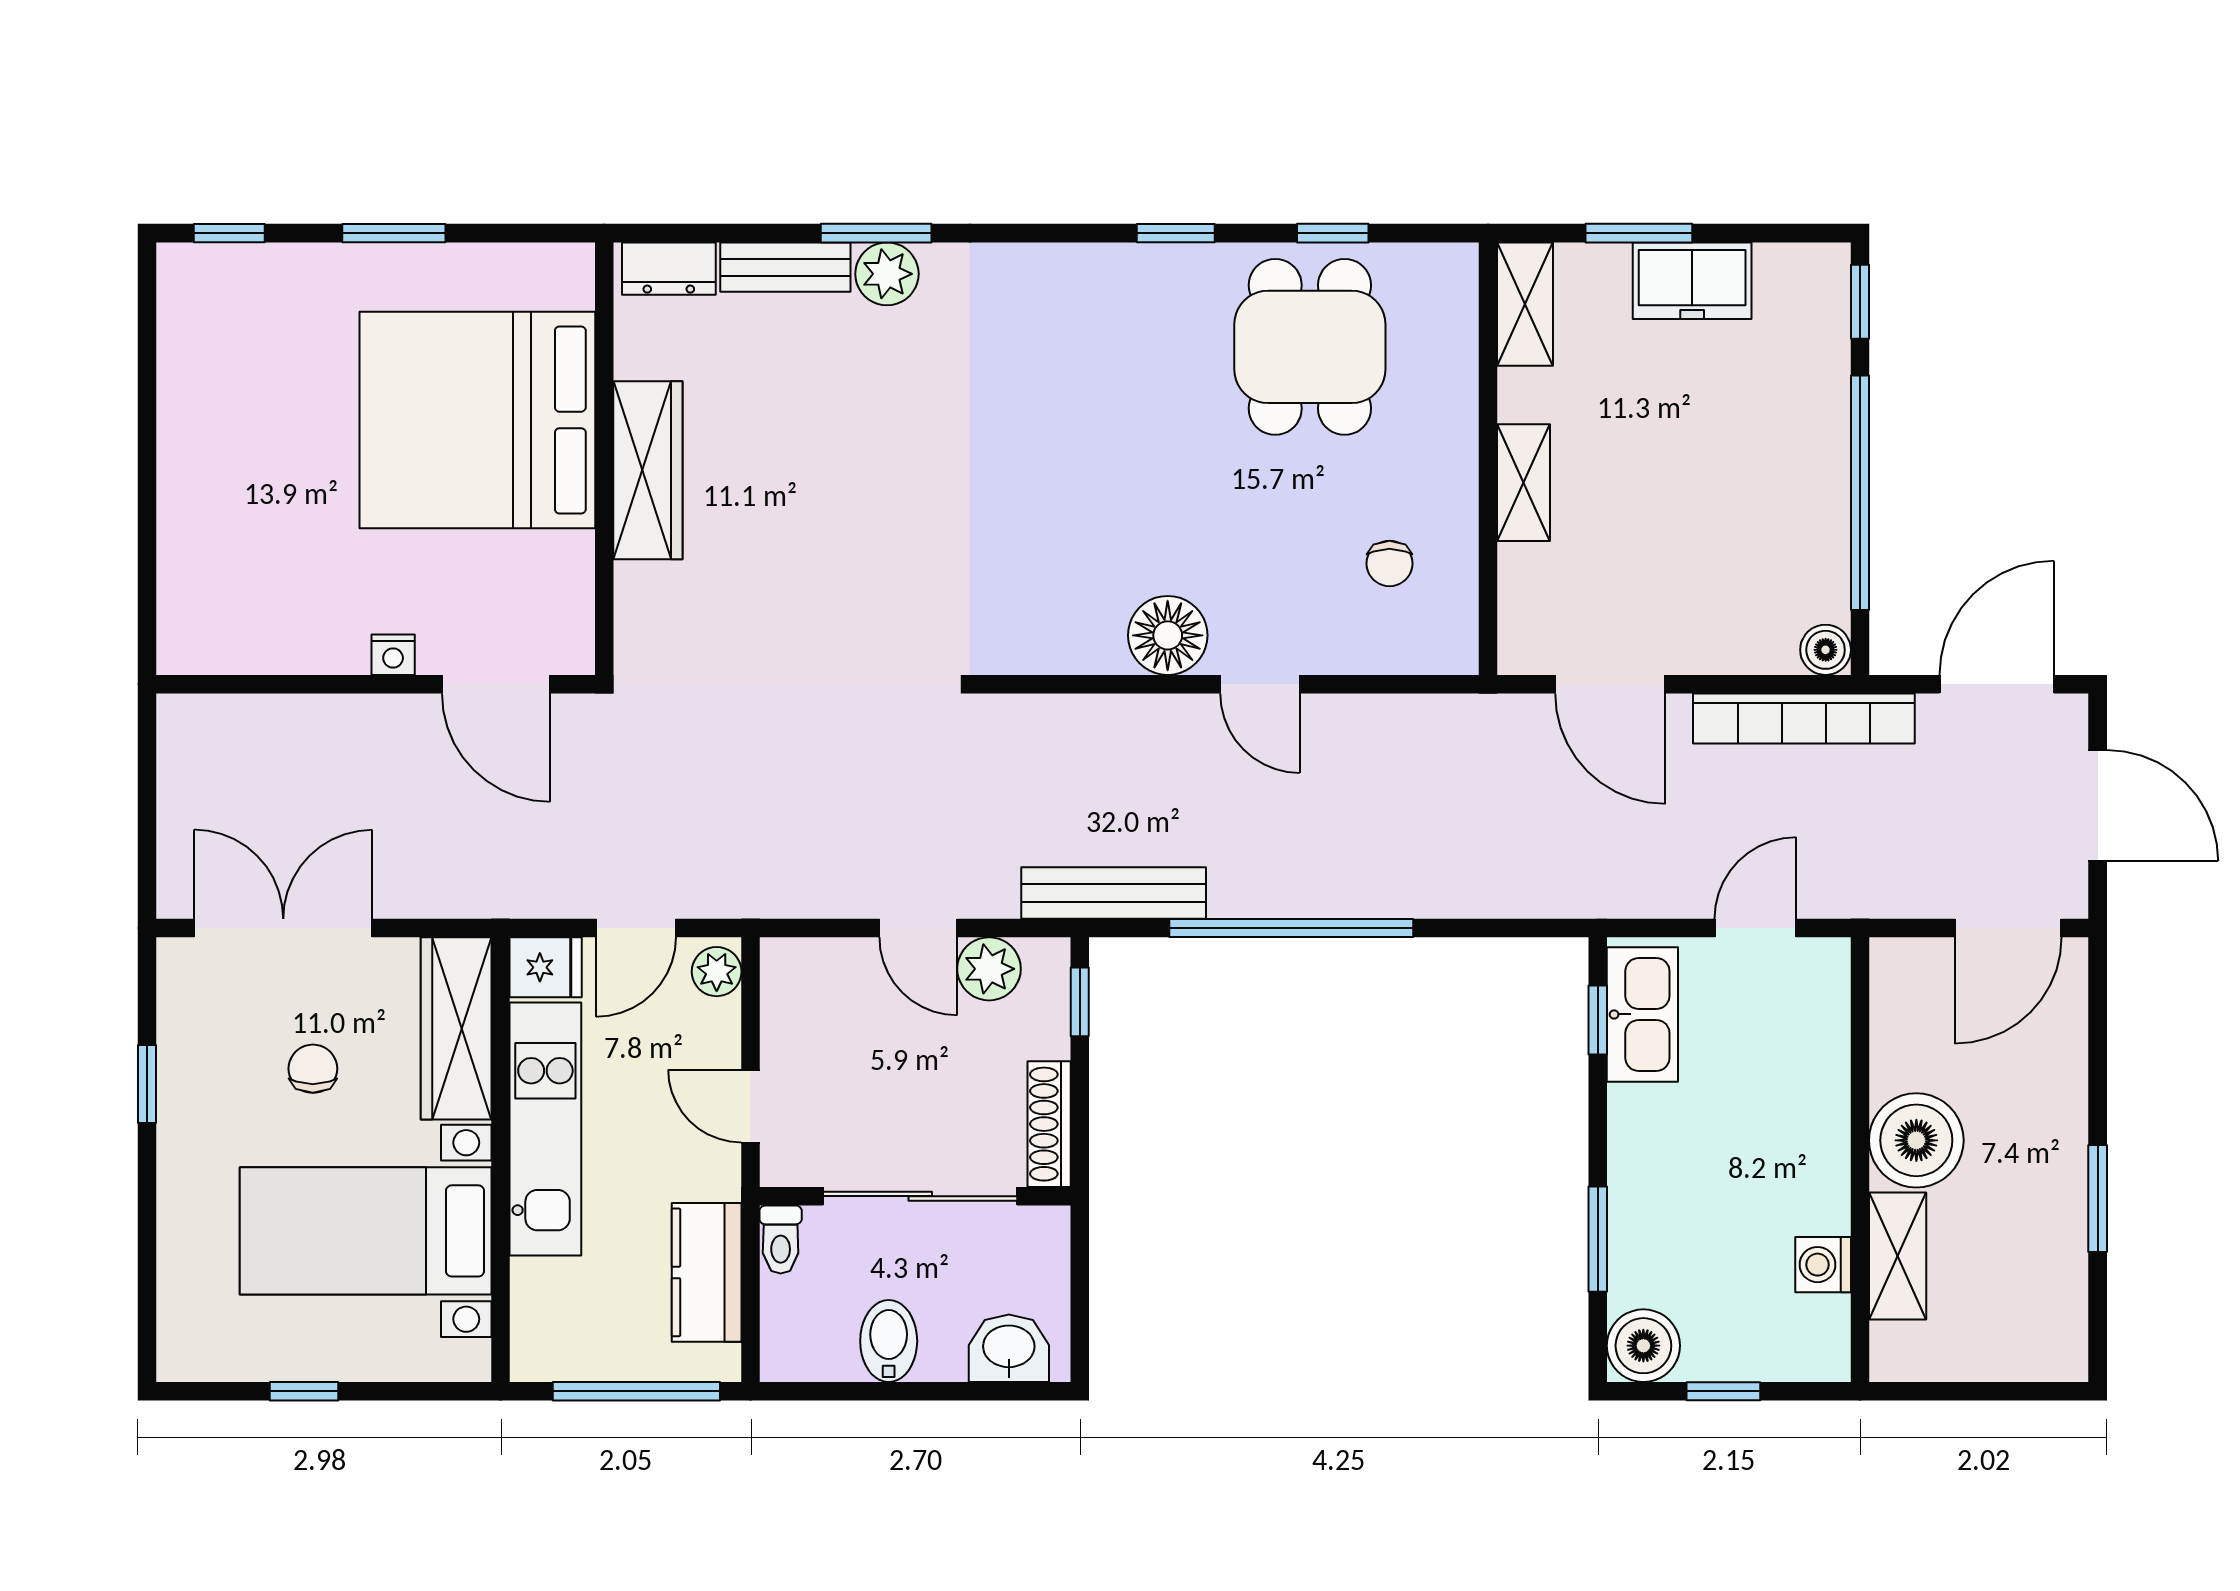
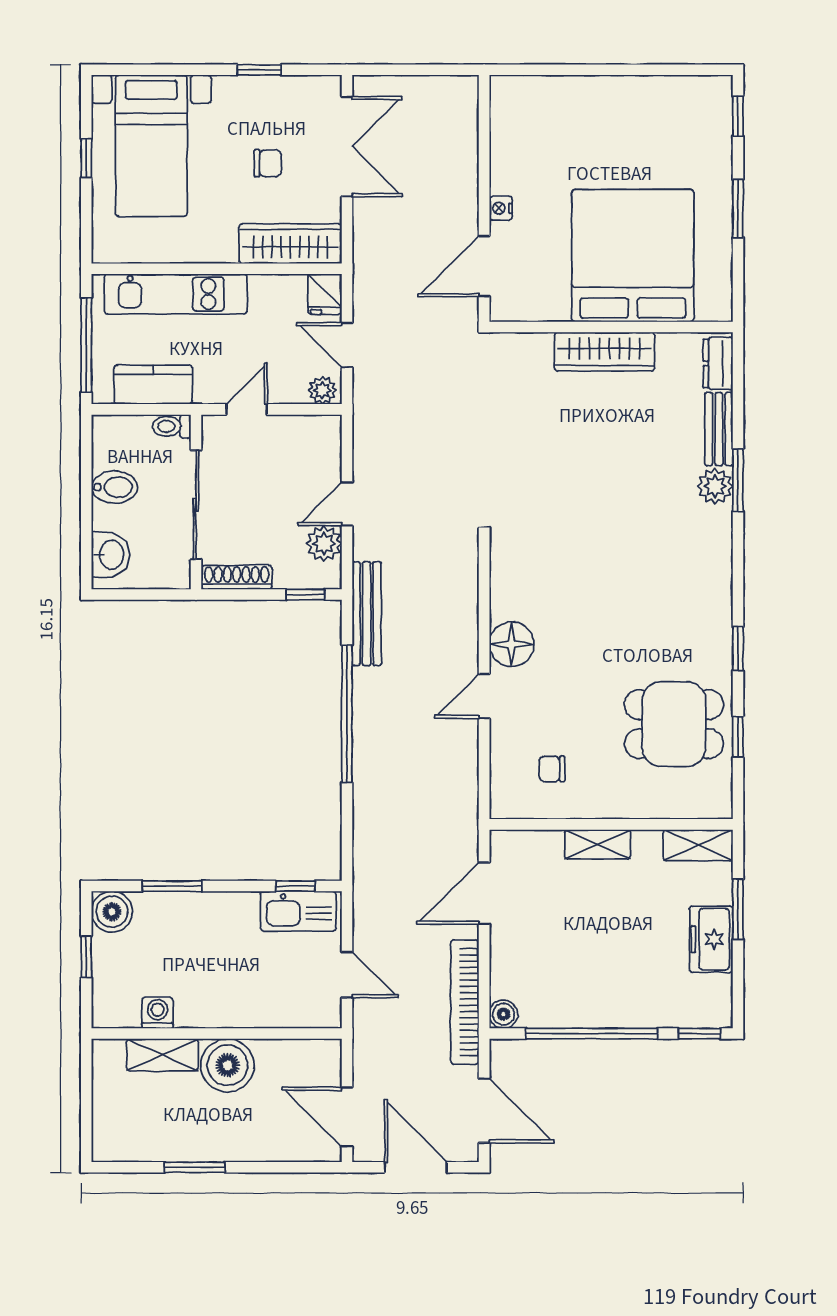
door: (2098, 806) -> (416, 1167), swing flipped
kitchen unit: (545, 1129) -> (176, 294), moved
bed with nightstands: (366, 1231) -> (151, 146), moved, turned 180

